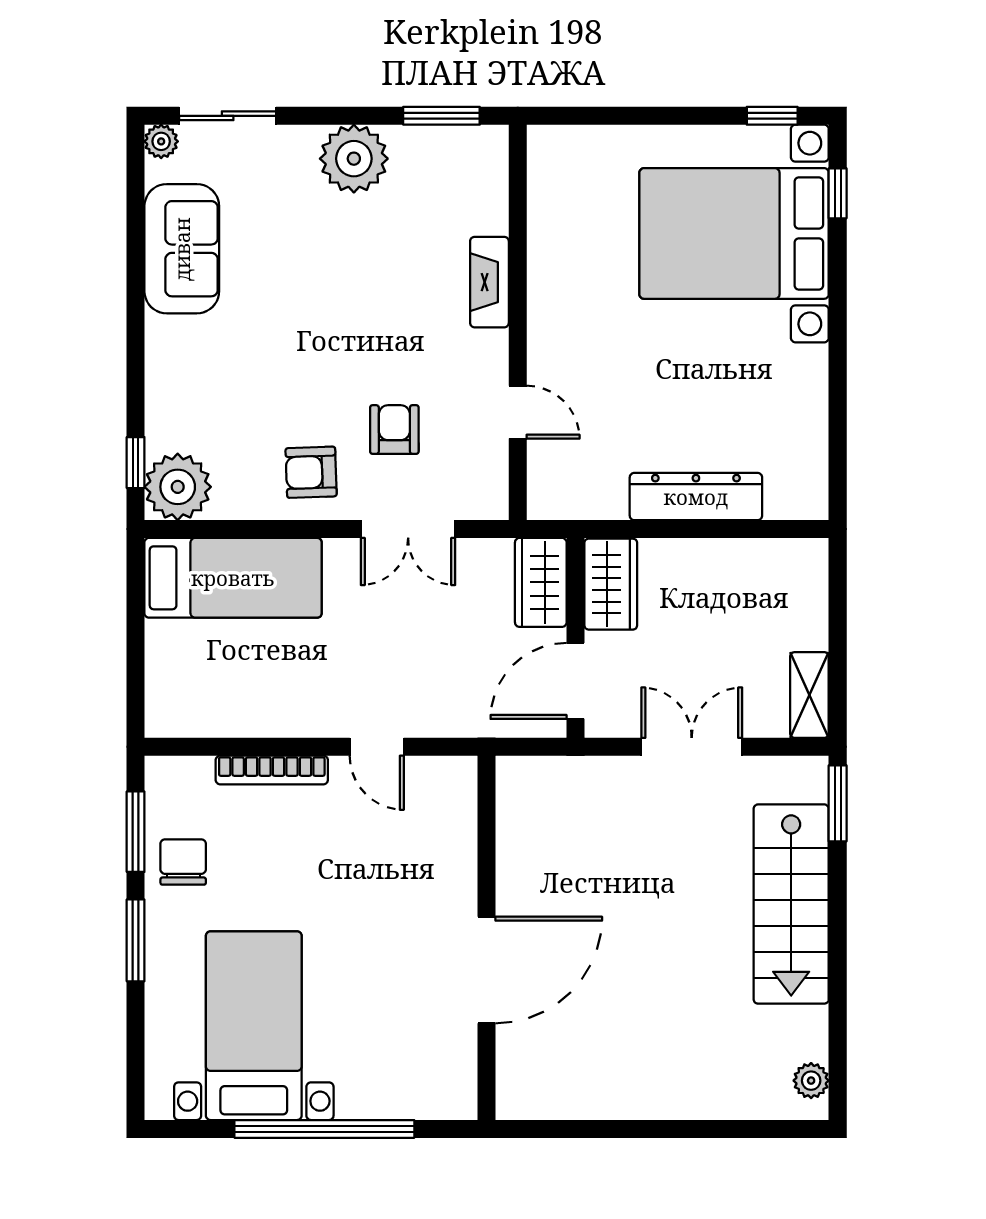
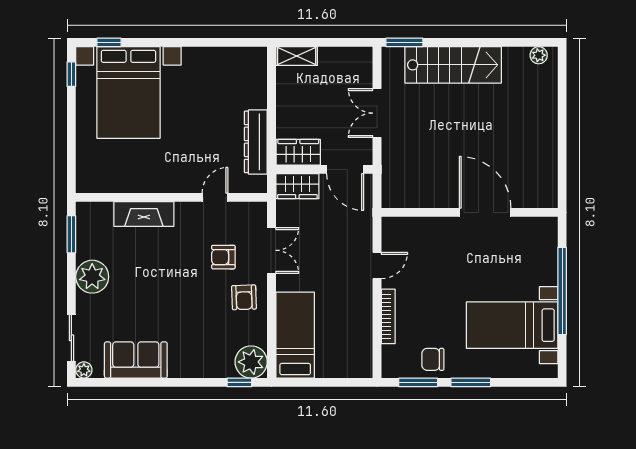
fireplace: (489, 282) -> (144, 214), width x1.37, depth x1.32
dresser: (696, 497) -> (256, 142), moved
shelving: (809, 695) -> (297, 56), moved

